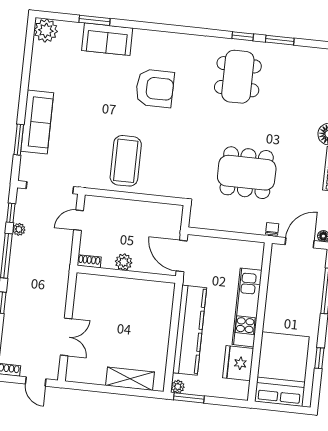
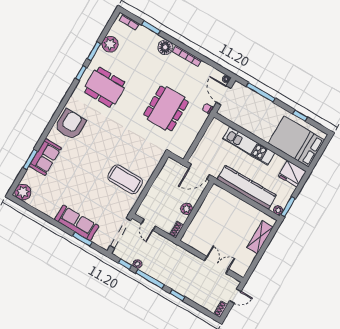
plant: (299, 57) -> (110, 44), added
armchair: (155, 88) -> (70, 125), moved
fridge: (238, 363) -> (292, 174), moved

